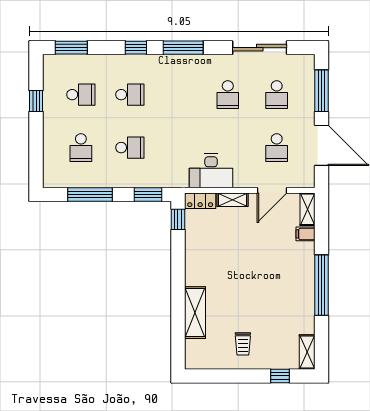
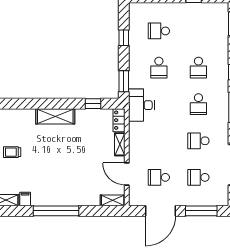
school desk: (81, 95) -> (198, 104), moved
desk: (211, 171) -> (141, 105), moved
window: (90, 194) -> (124, 38), width x0.46
window: (178, 219) -> (93, 104), moved
filing cabinet: (306, 234) -> (25, 199), moved
shelving: (195, 313) -> (55, 116), moved

